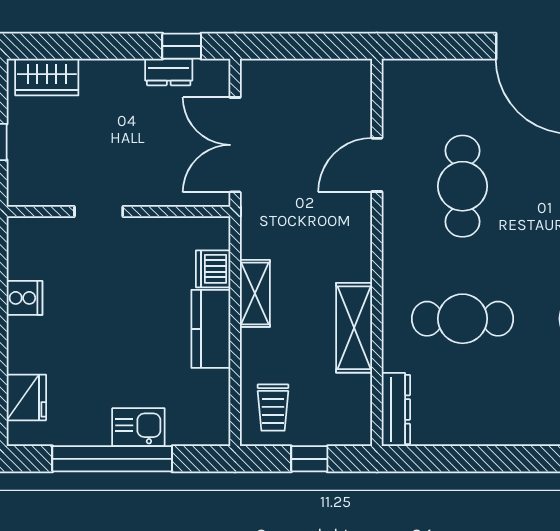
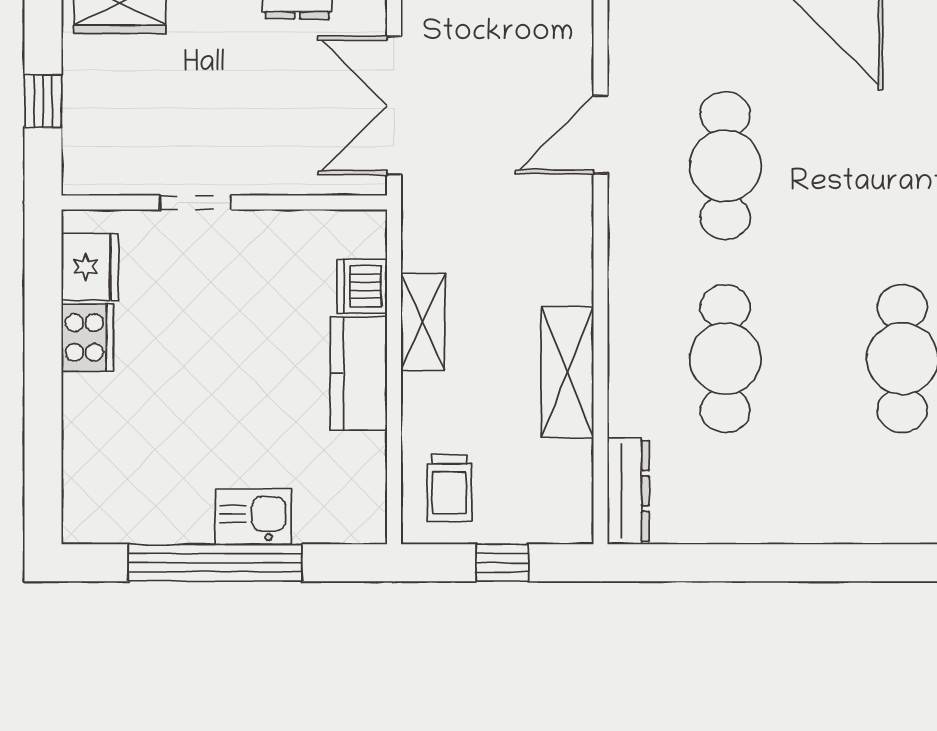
cooker: (25, 298) -> (87, 337), width x1.36
cafe table: (462, 319) -> (725, 359), turned 90
fridge: (26, 397) -> (90, 267), moved

